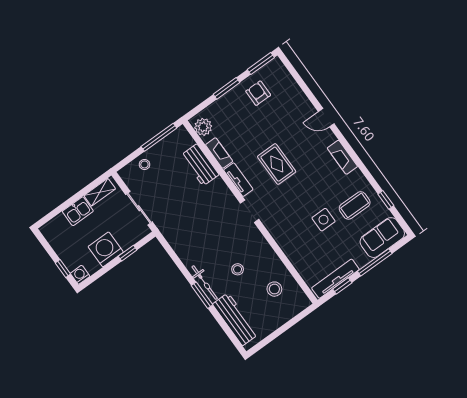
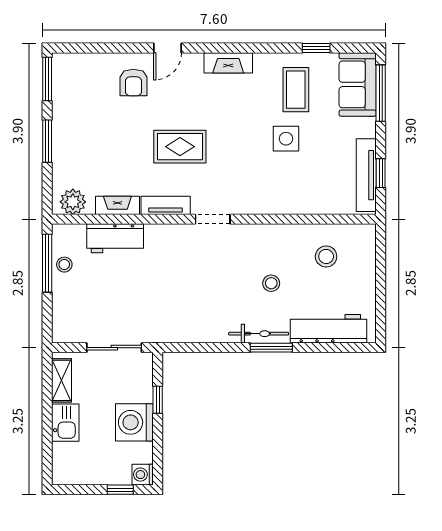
armchair: (258, 93) -> (133, 83), moved, turned -90
stool: (144, 164) -> (64, 265), moved
window: (375, 262) -> (381, 93), moved

